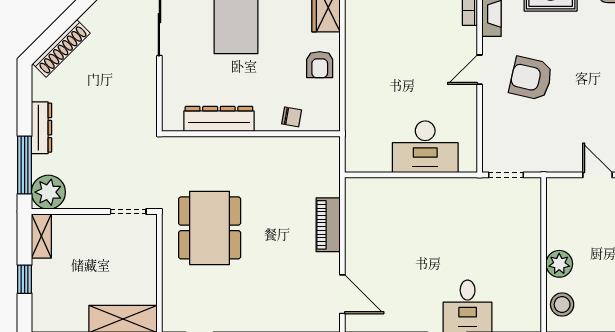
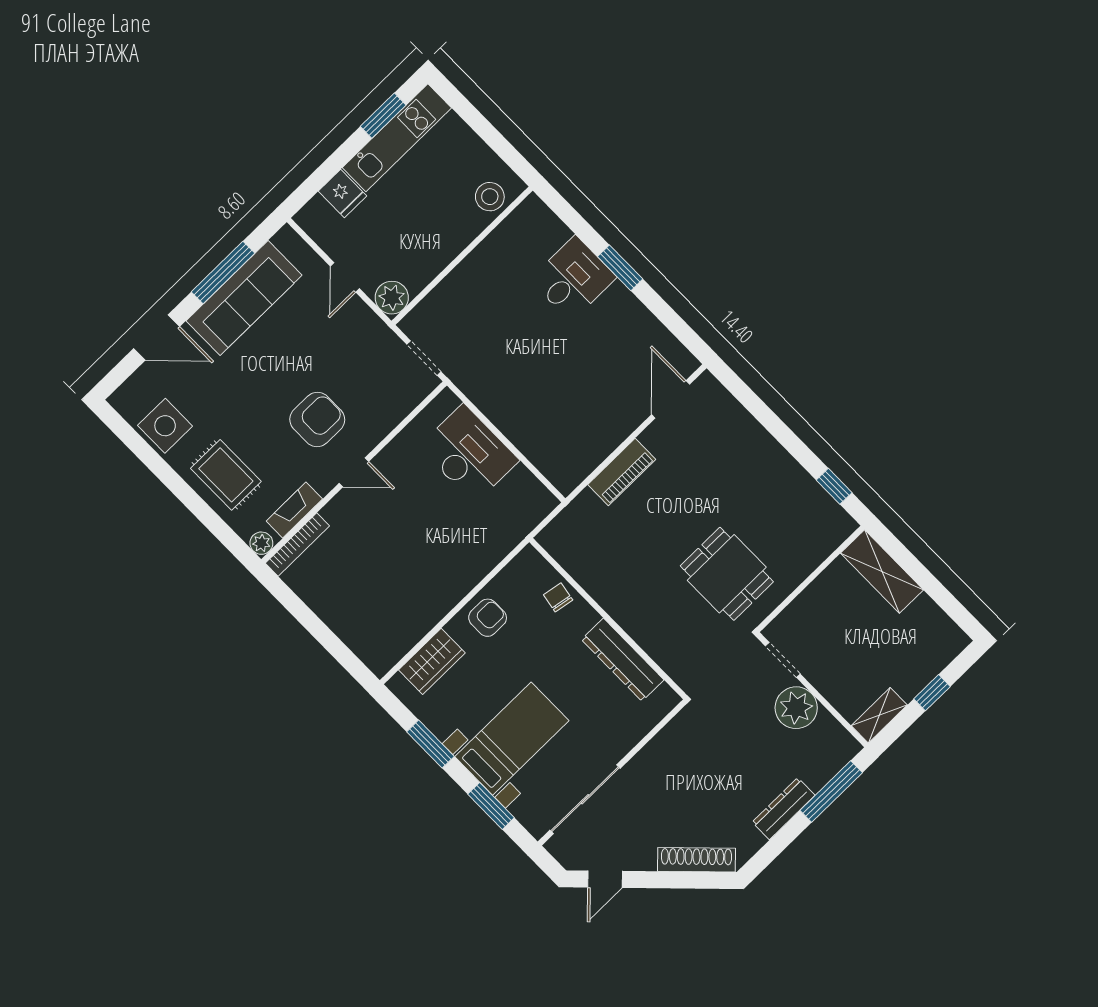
armchair: (531, 78) -> (317, 420), turned -103
plant: (48, 192) -> (796, 708), moved
dining table: (210, 228) -> (727, 574), width x0.73
plant: (559, 264) -> (392, 298), moved

